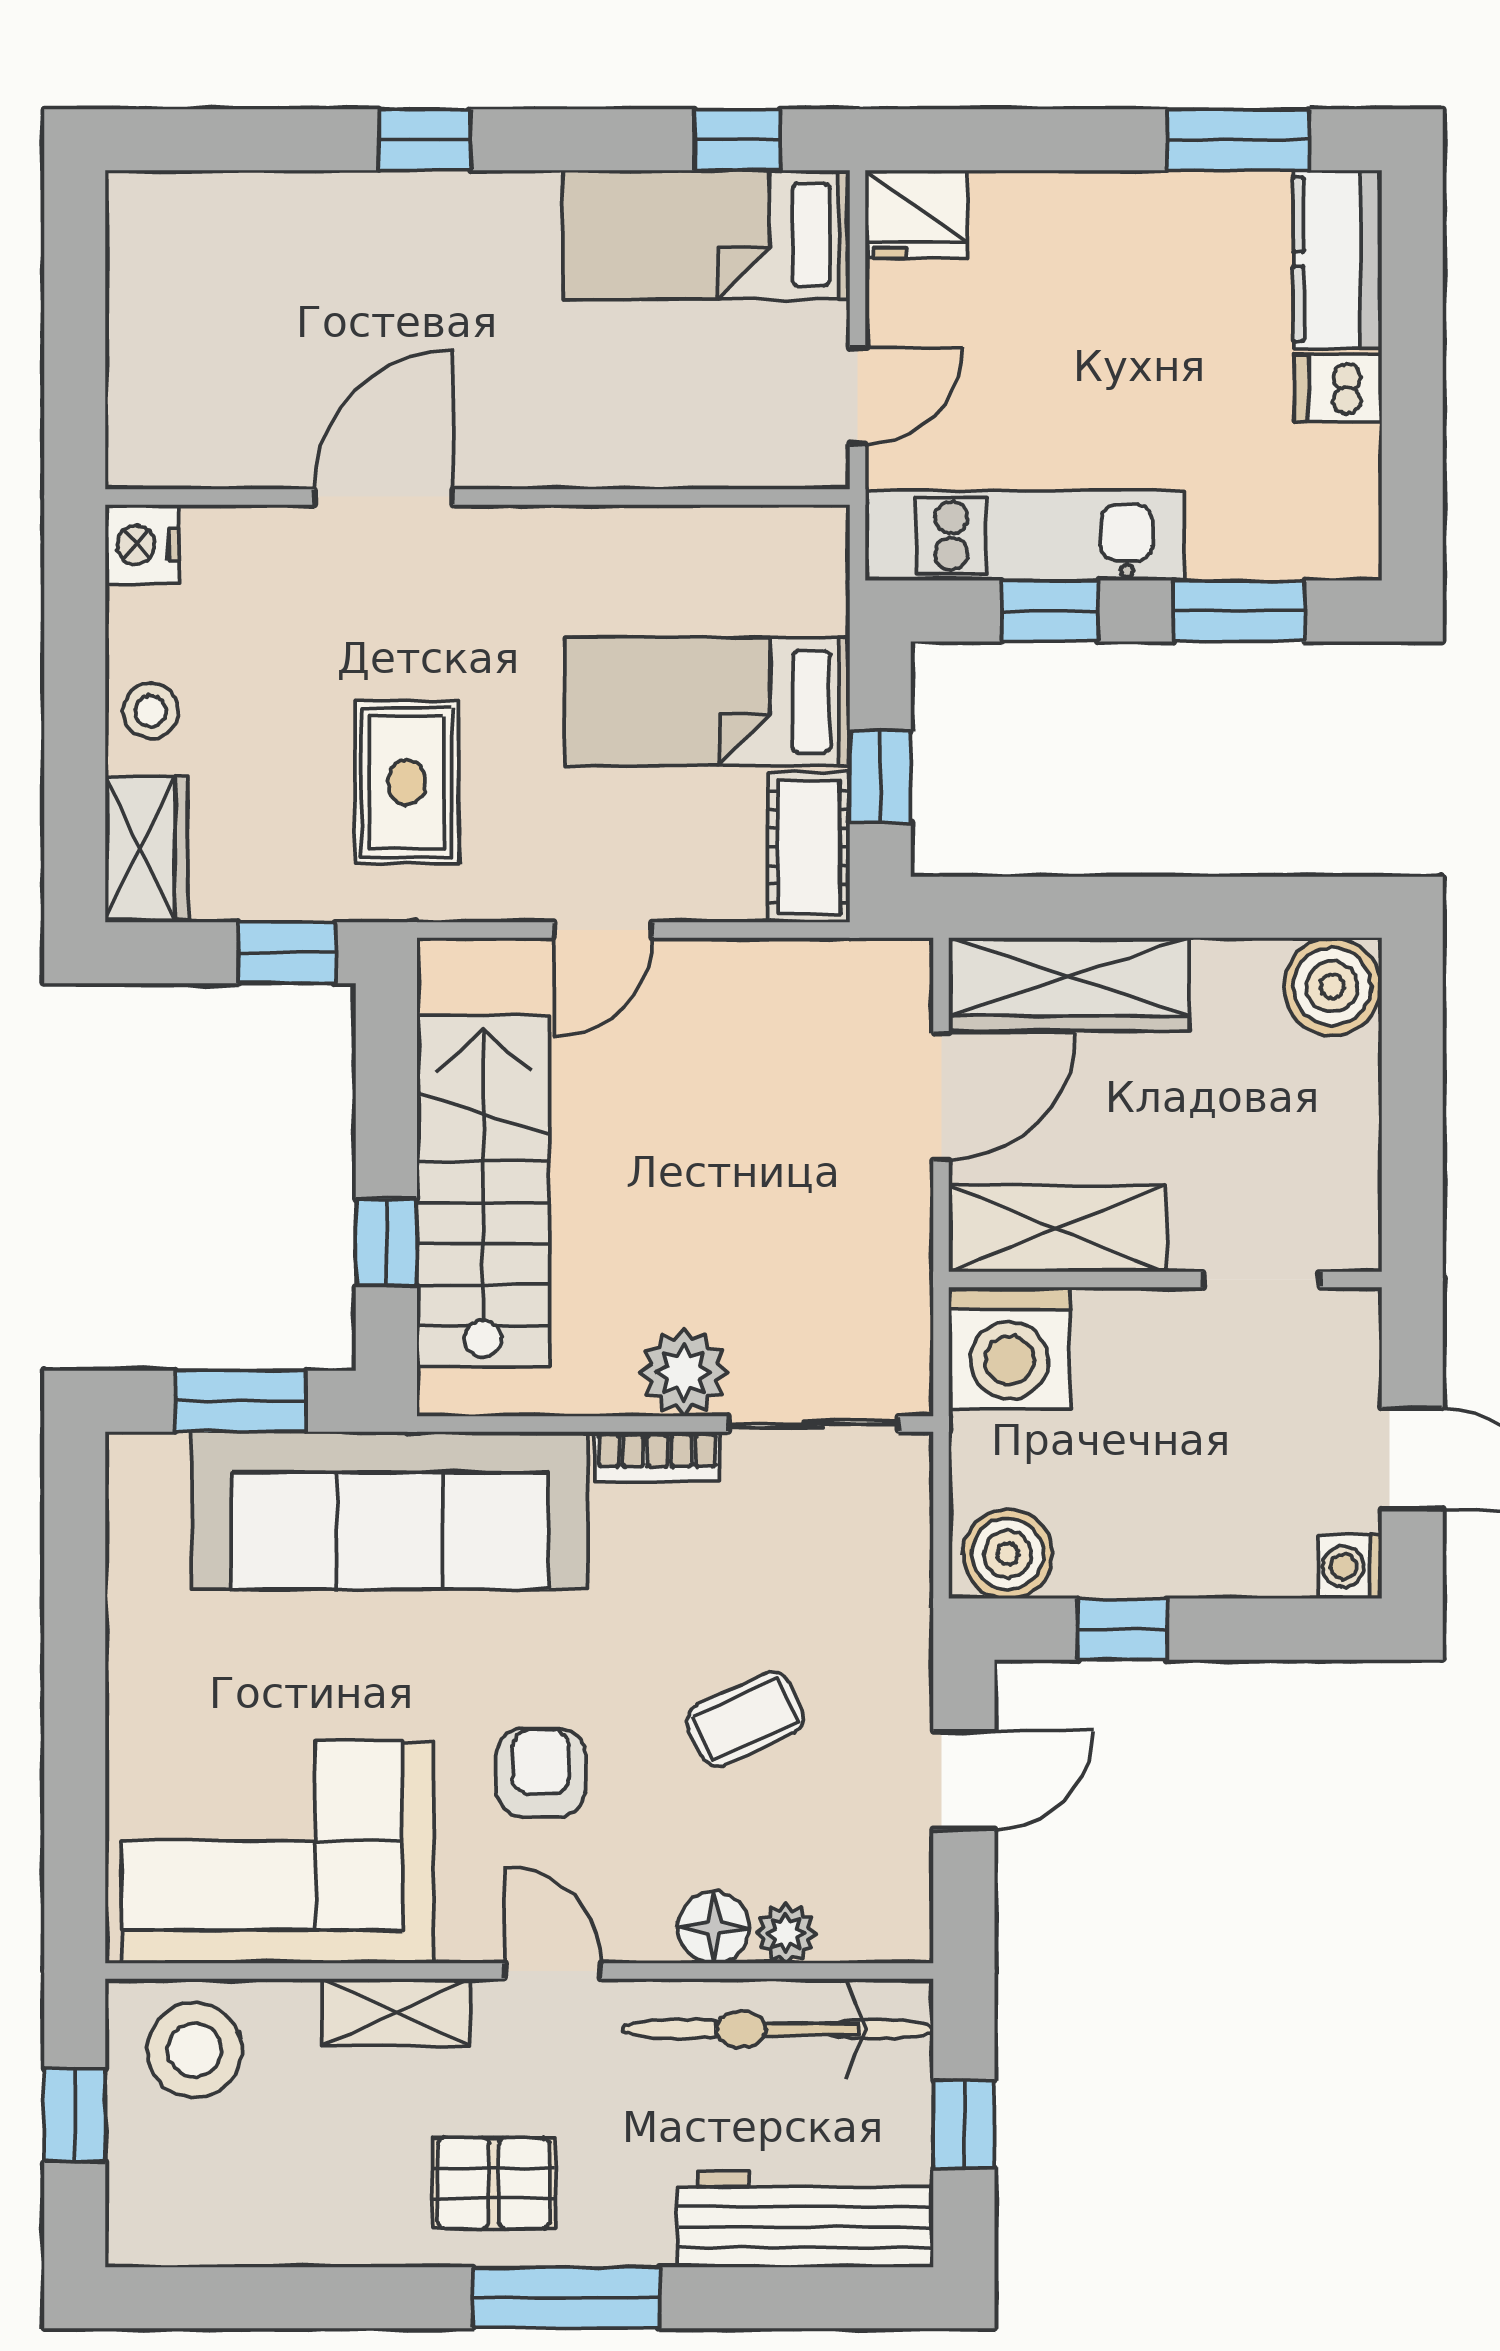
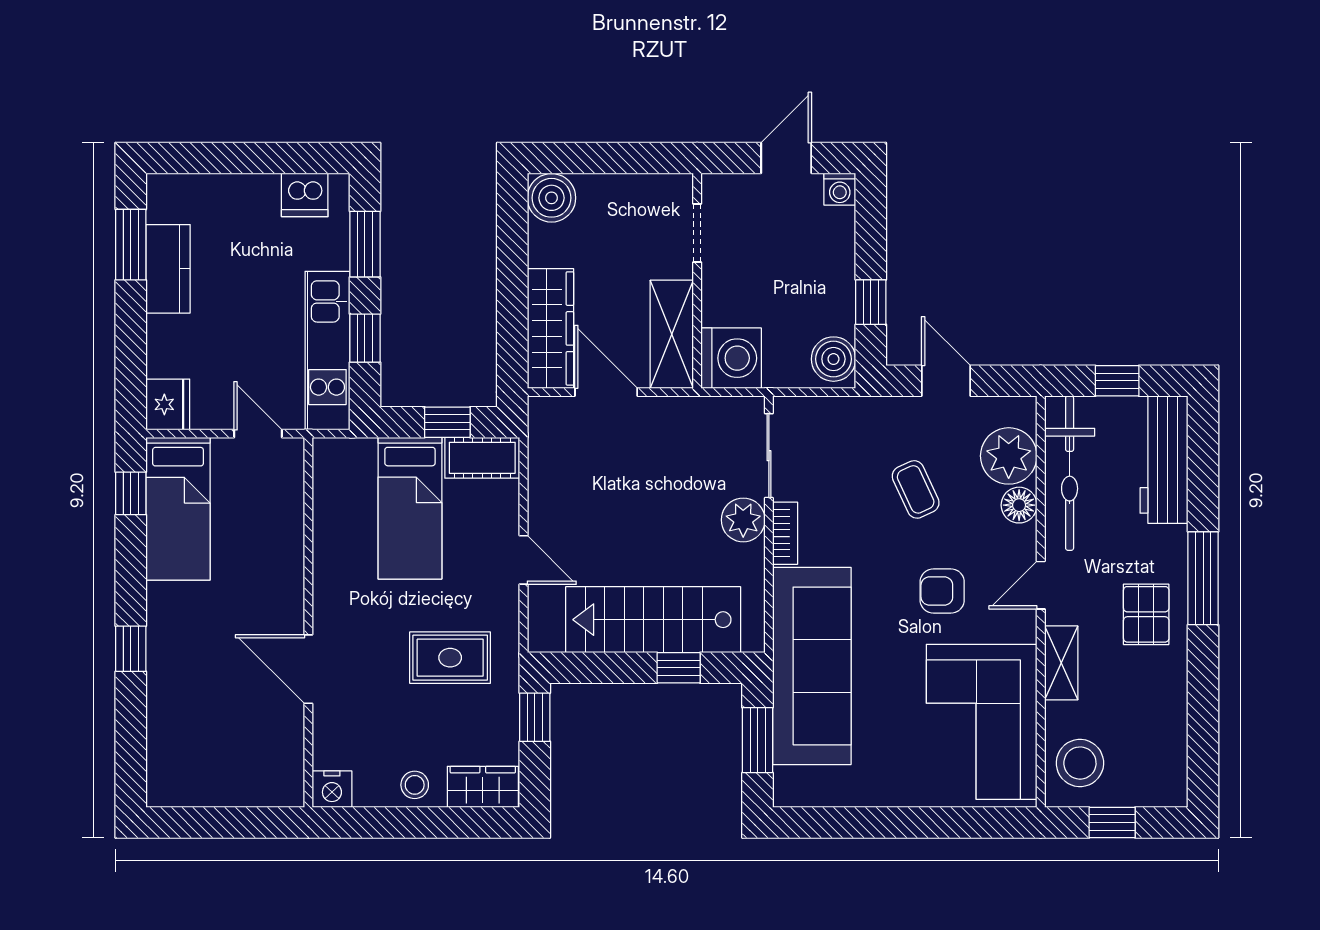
kitchen counter: (1337, 259) -> (168, 269), moved, turned -90
dishwasher: (1338, 388) -> (305, 195), moved, width x1.38
plant: (786, 1933) -> (1009, 456), width x1.88, depth x1.88

